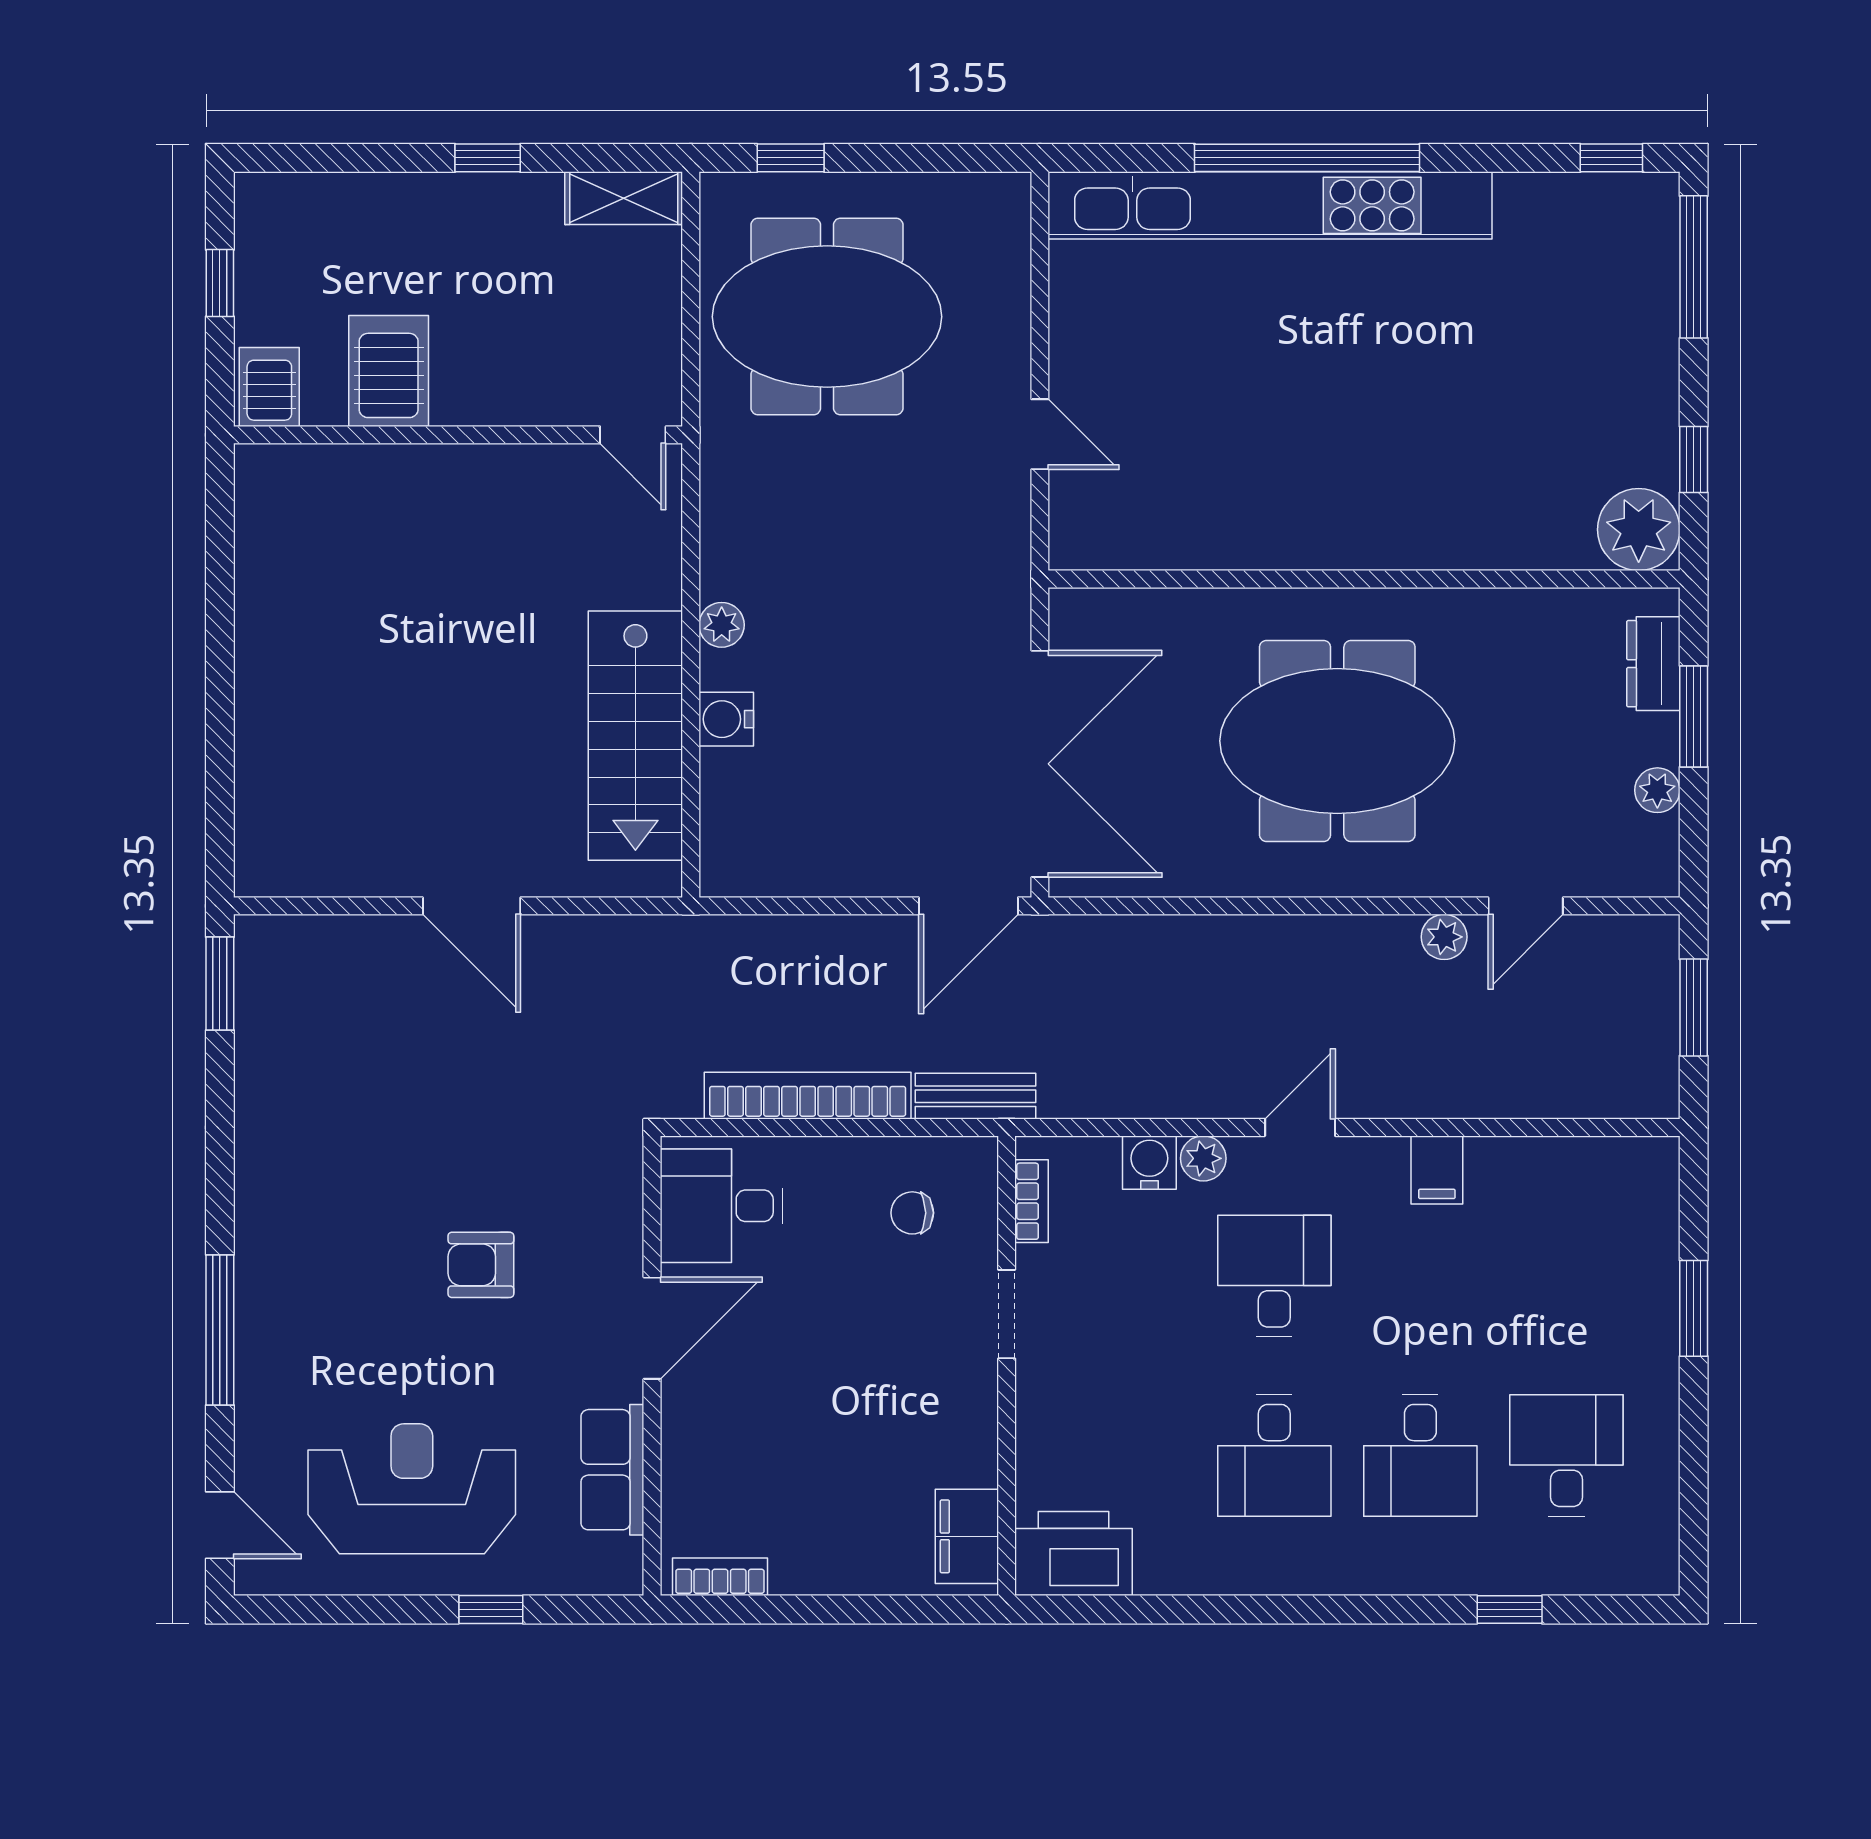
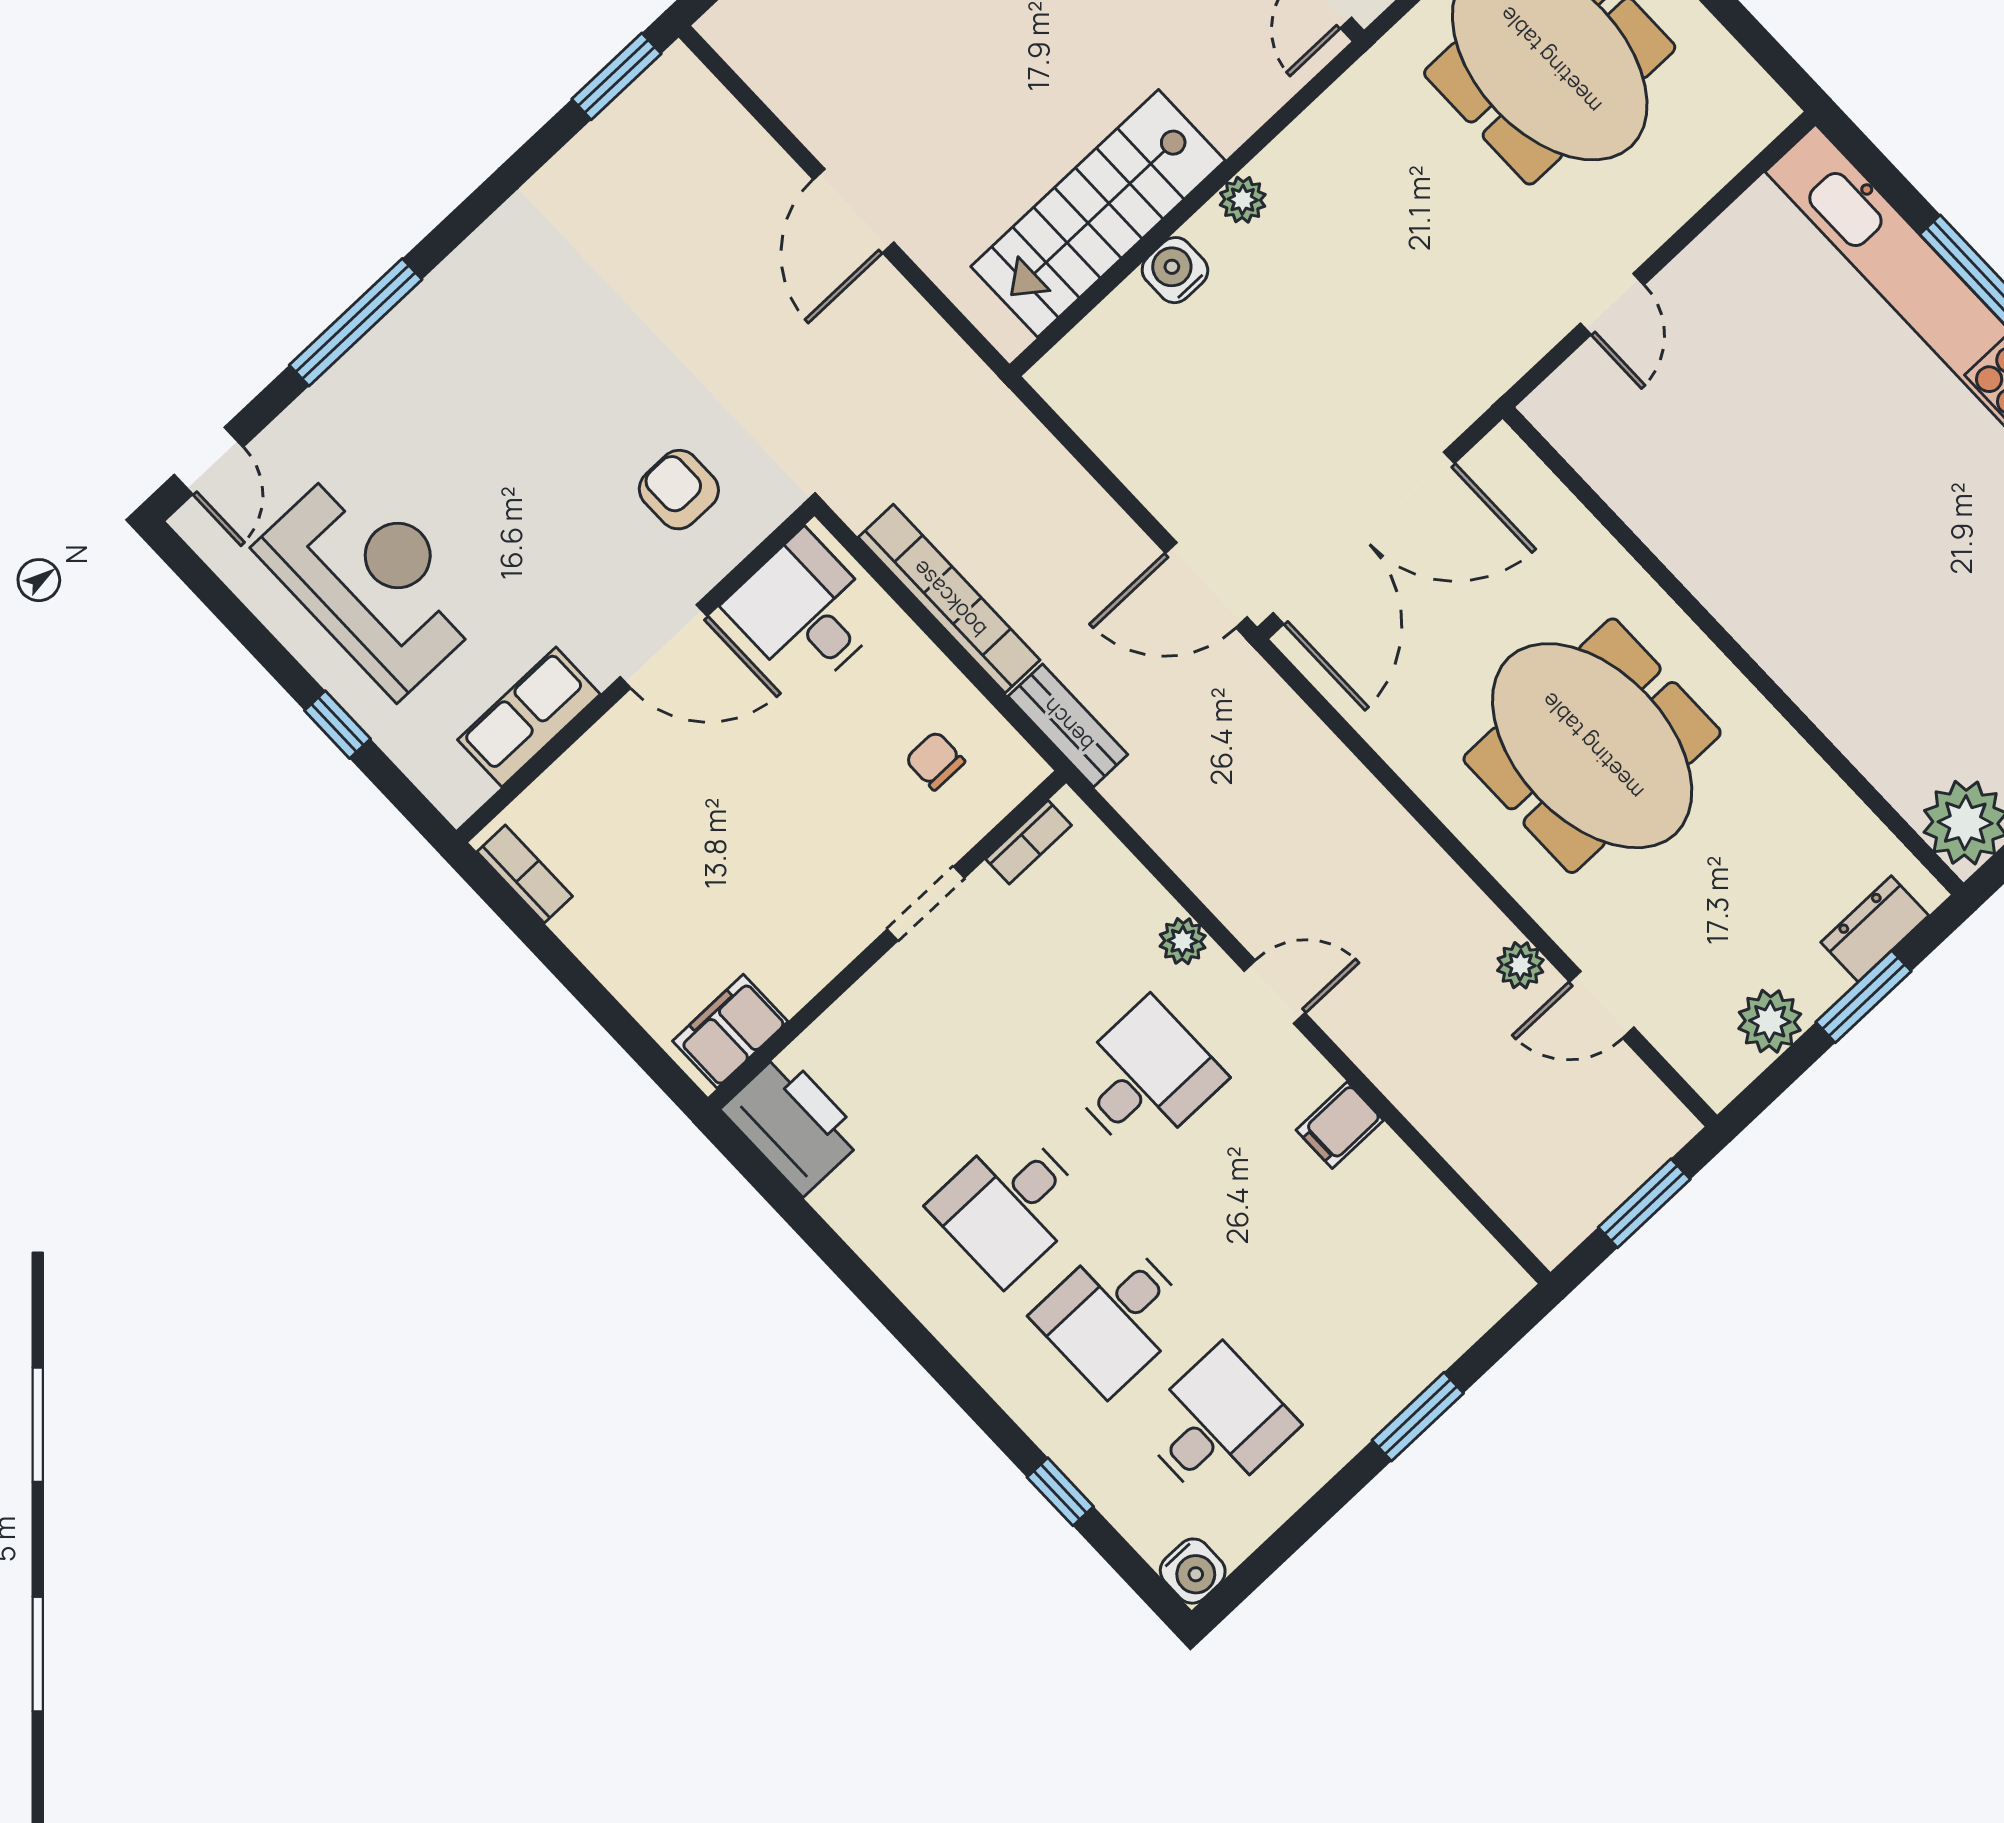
plant: (1657, 790) -> (1770, 1021), width x1.38, depth x1.38
water cooler: (1149, 1163) -> (1193, 1571), moved, turned 90
armchair: (481, 1265) -> (679, 490), moved

